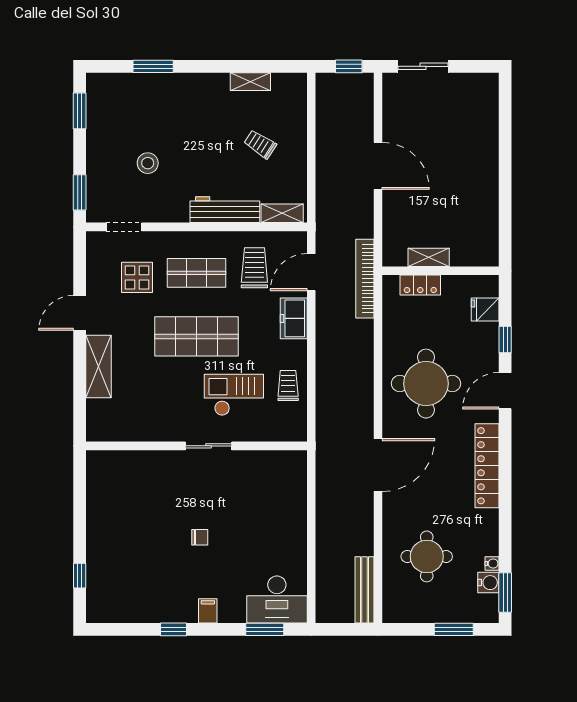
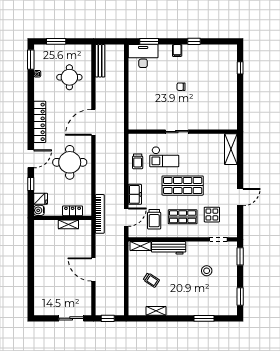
shelving: (99, 366) -> (231, 149), moved
water cooler: (488, 583) -> (39, 210), moved

